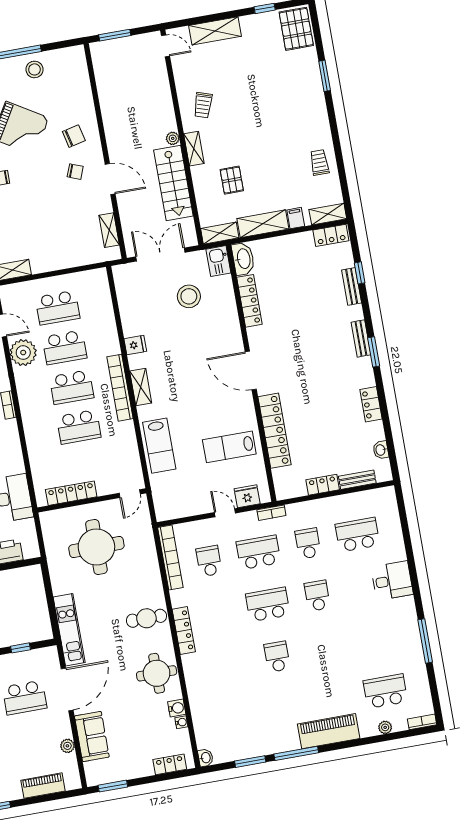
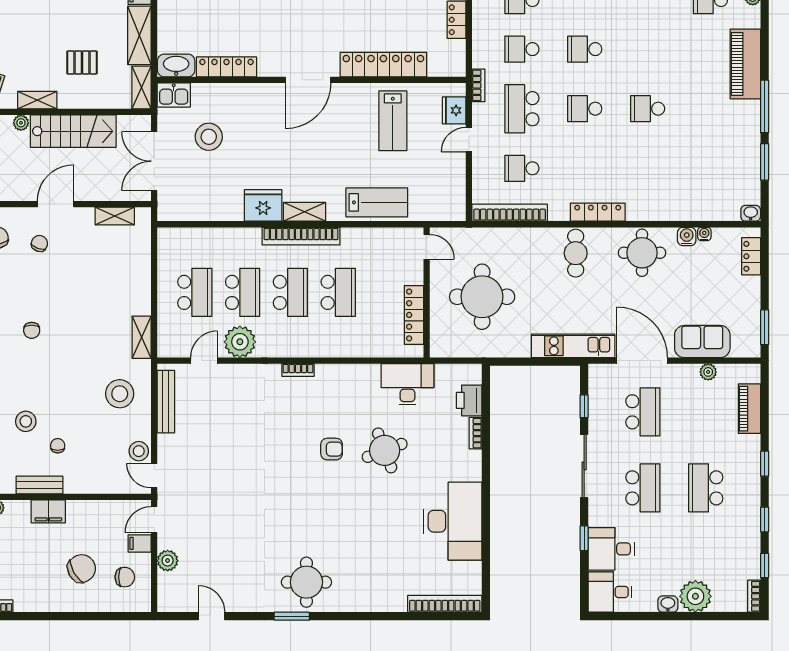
fridge: (135, 345) -> (263, 205), width x1.88, depth x1.34
school desk: (268, 604) -> (585, 109), width x0.54

